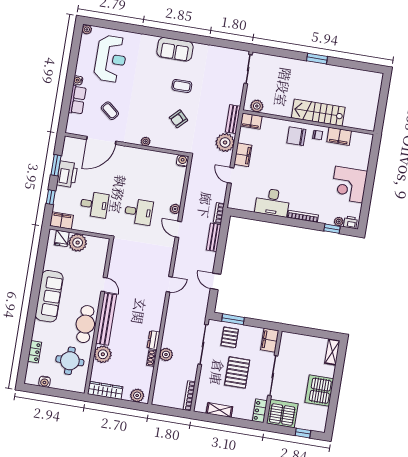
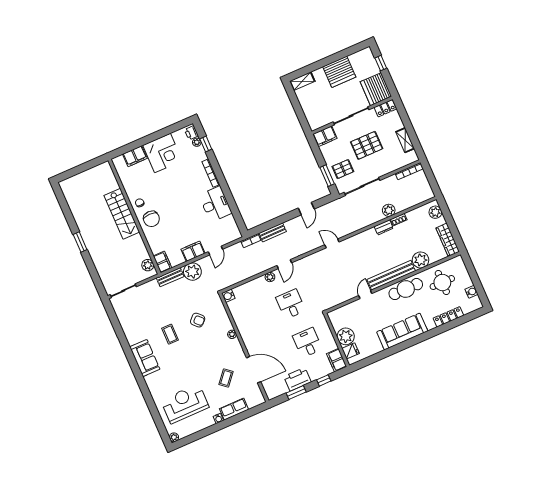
filing cabinet: (339, 136) -> (135, 156), moved, turned 90
locker: (35, 352) -> (448, 317), width x1.53

